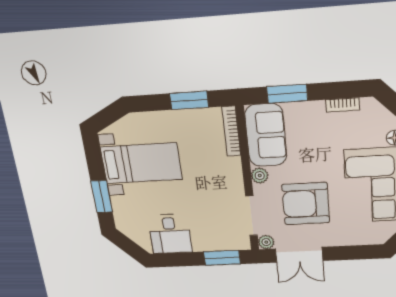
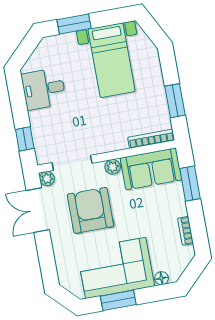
window: (222, 258) -> (25, 139), width x0.67

